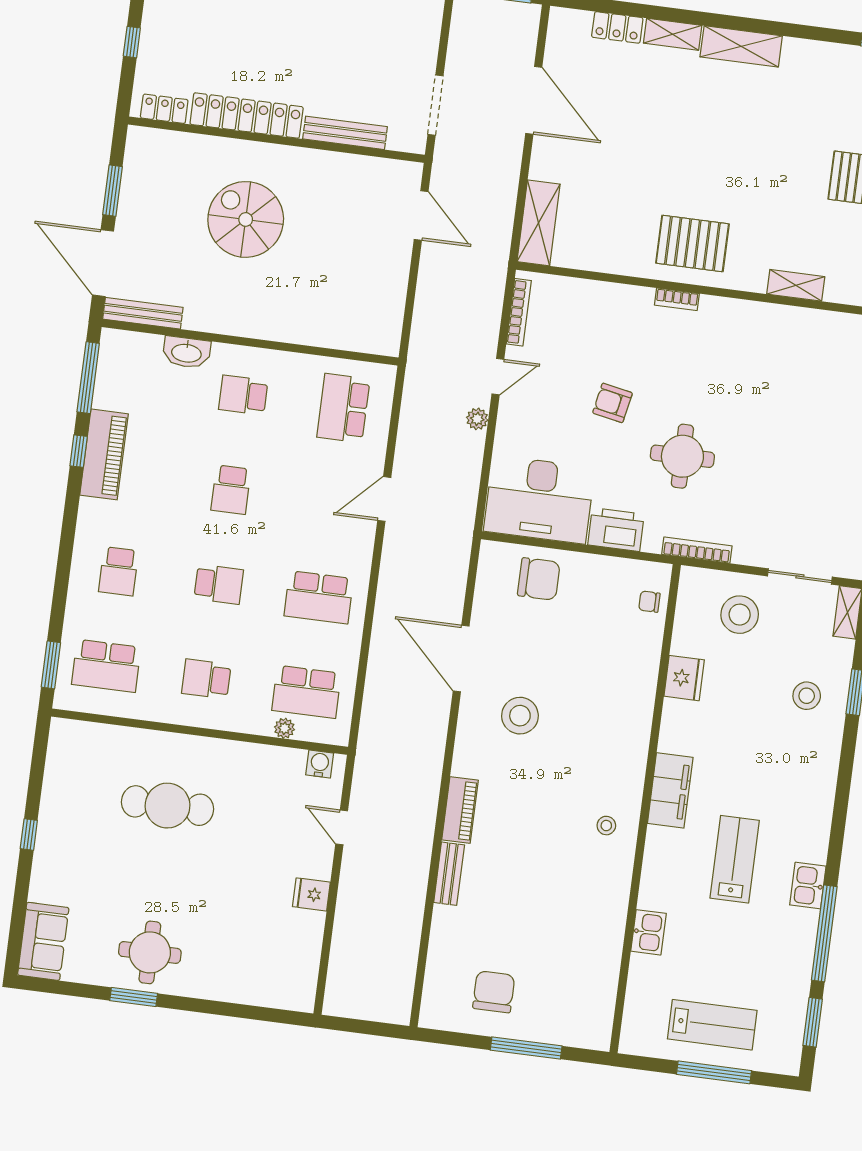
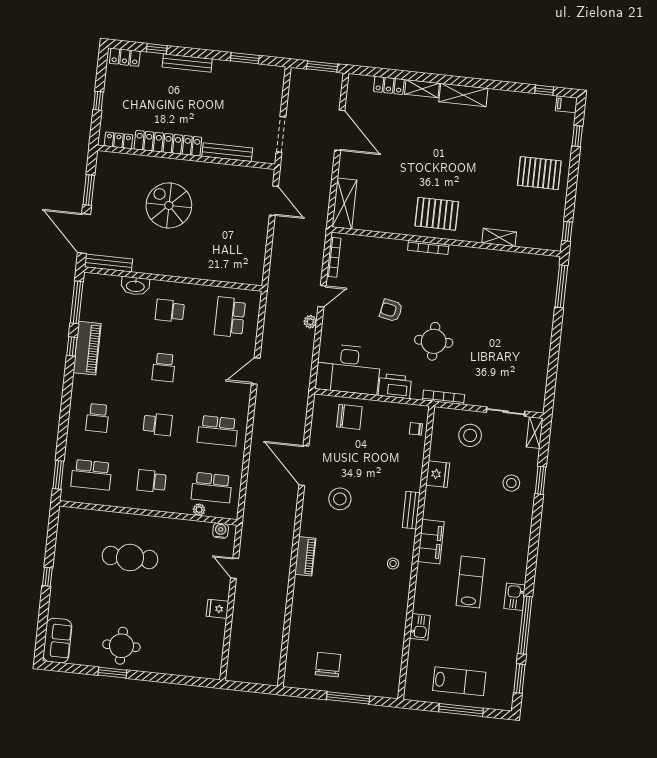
bookcase: (677, 299) -> (428, 247), width x1.56
bench: (449, 874) -> (411, 510), moved

